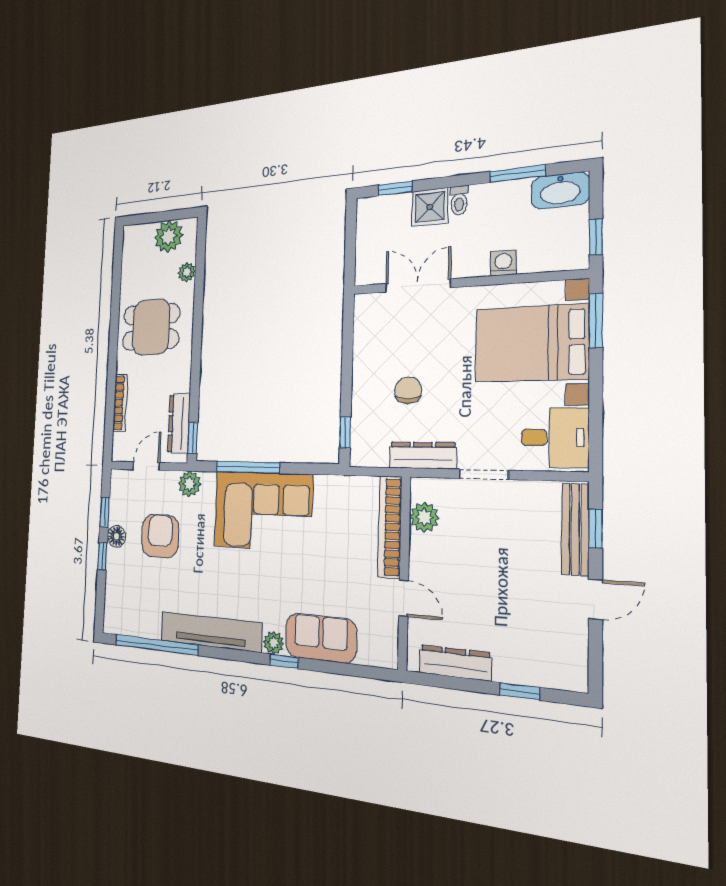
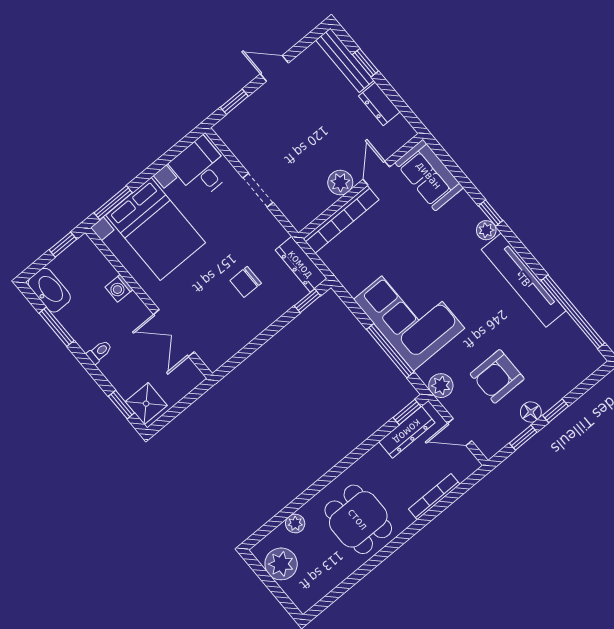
shower: (430, 207) -> (146, 404), moved
dresser: (423, 455) -> (301, 264), moved
plant: (424, 517) -> (340, 183), moved
bench: (575, 529) -> (345, 60), moved, turned 90
sofa: (321, 638) -> (429, 175), moved
dresser: (455, 663) -> (379, 104), width x0.70

